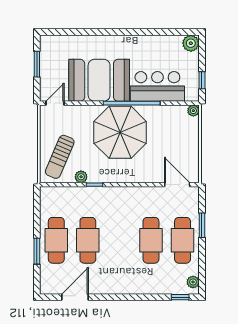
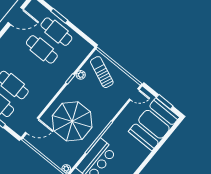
booth: (99, 80) -> (154, 124), moved
door: (55, 103) -> (134, 94), hinge flipped
parasol: (120, 132) -> (72, 121), moved
door: (75, 297) -> (16, 16), hinge flipped

